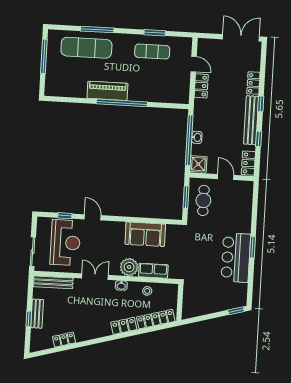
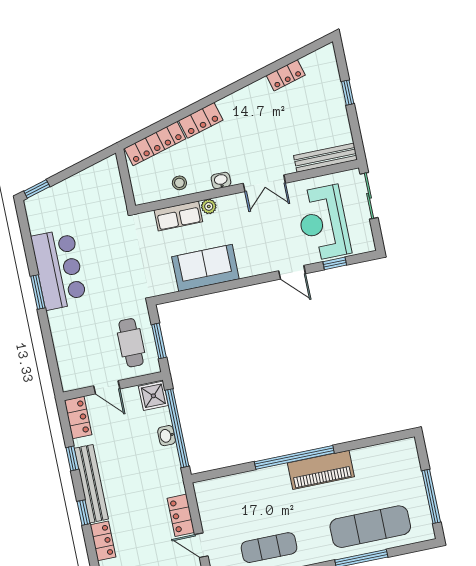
plant: (129, 267) -> (209, 206), width x0.53, depth x0.53
bench: (37, 314) -> (337, 104), removed

